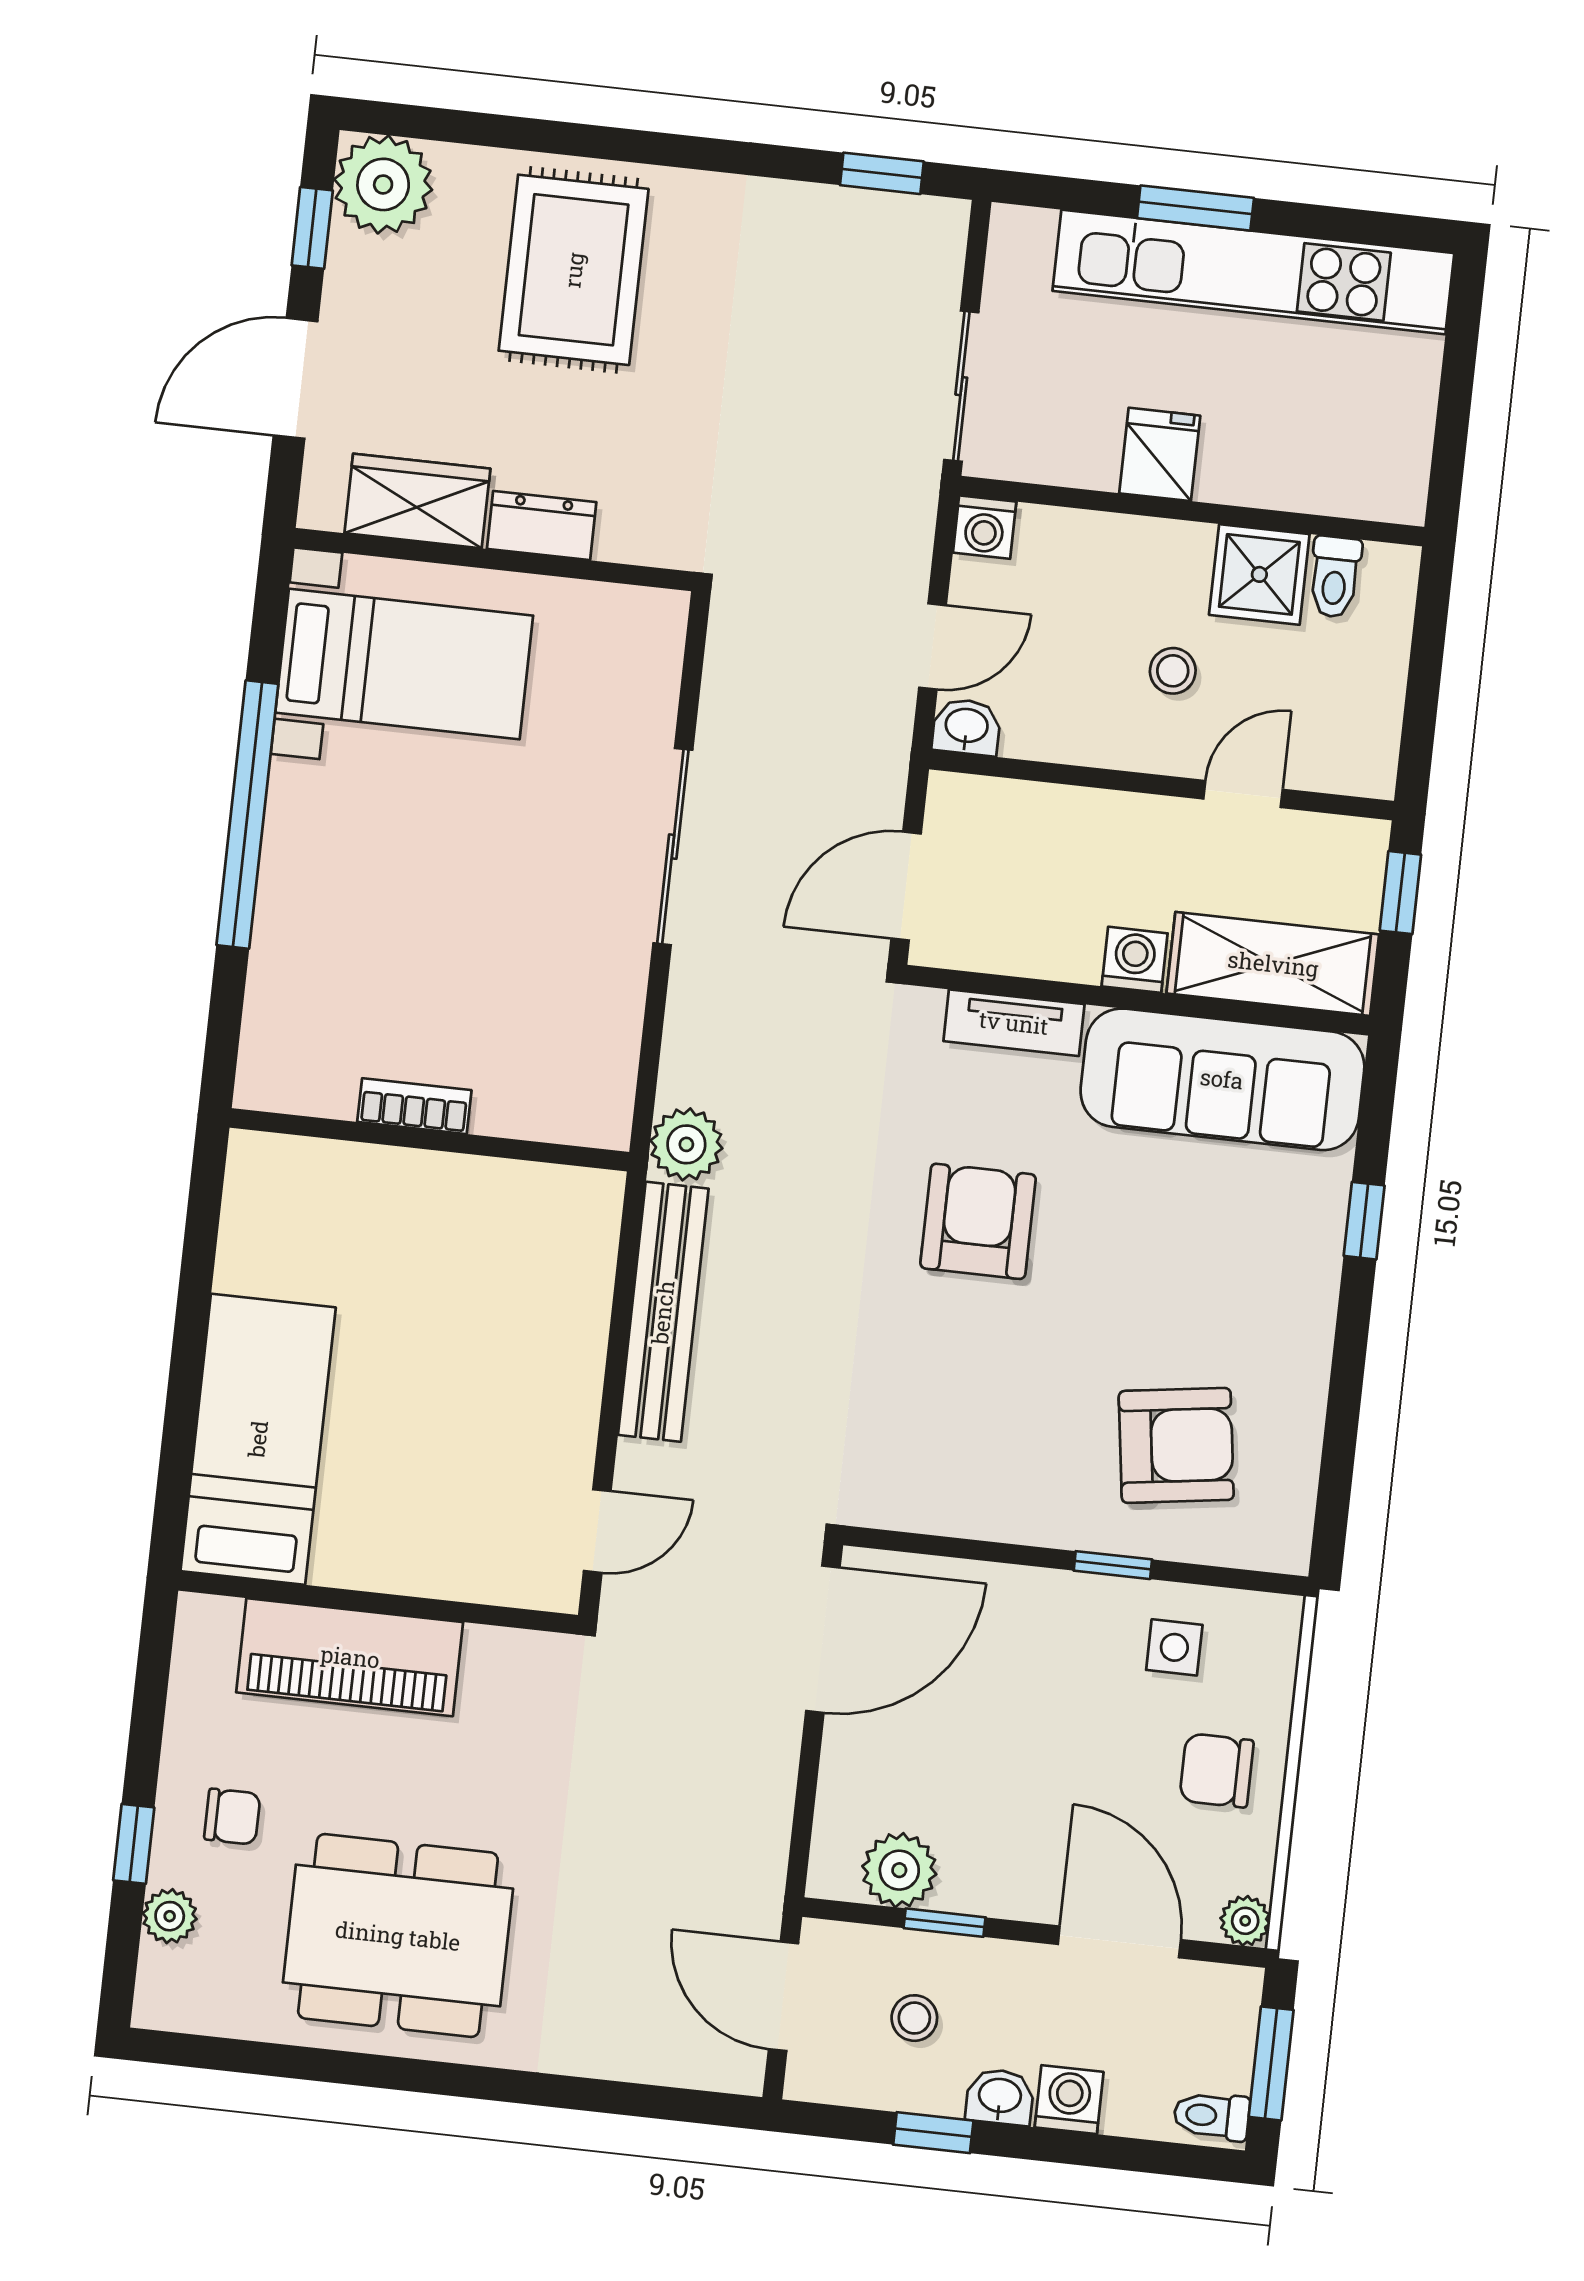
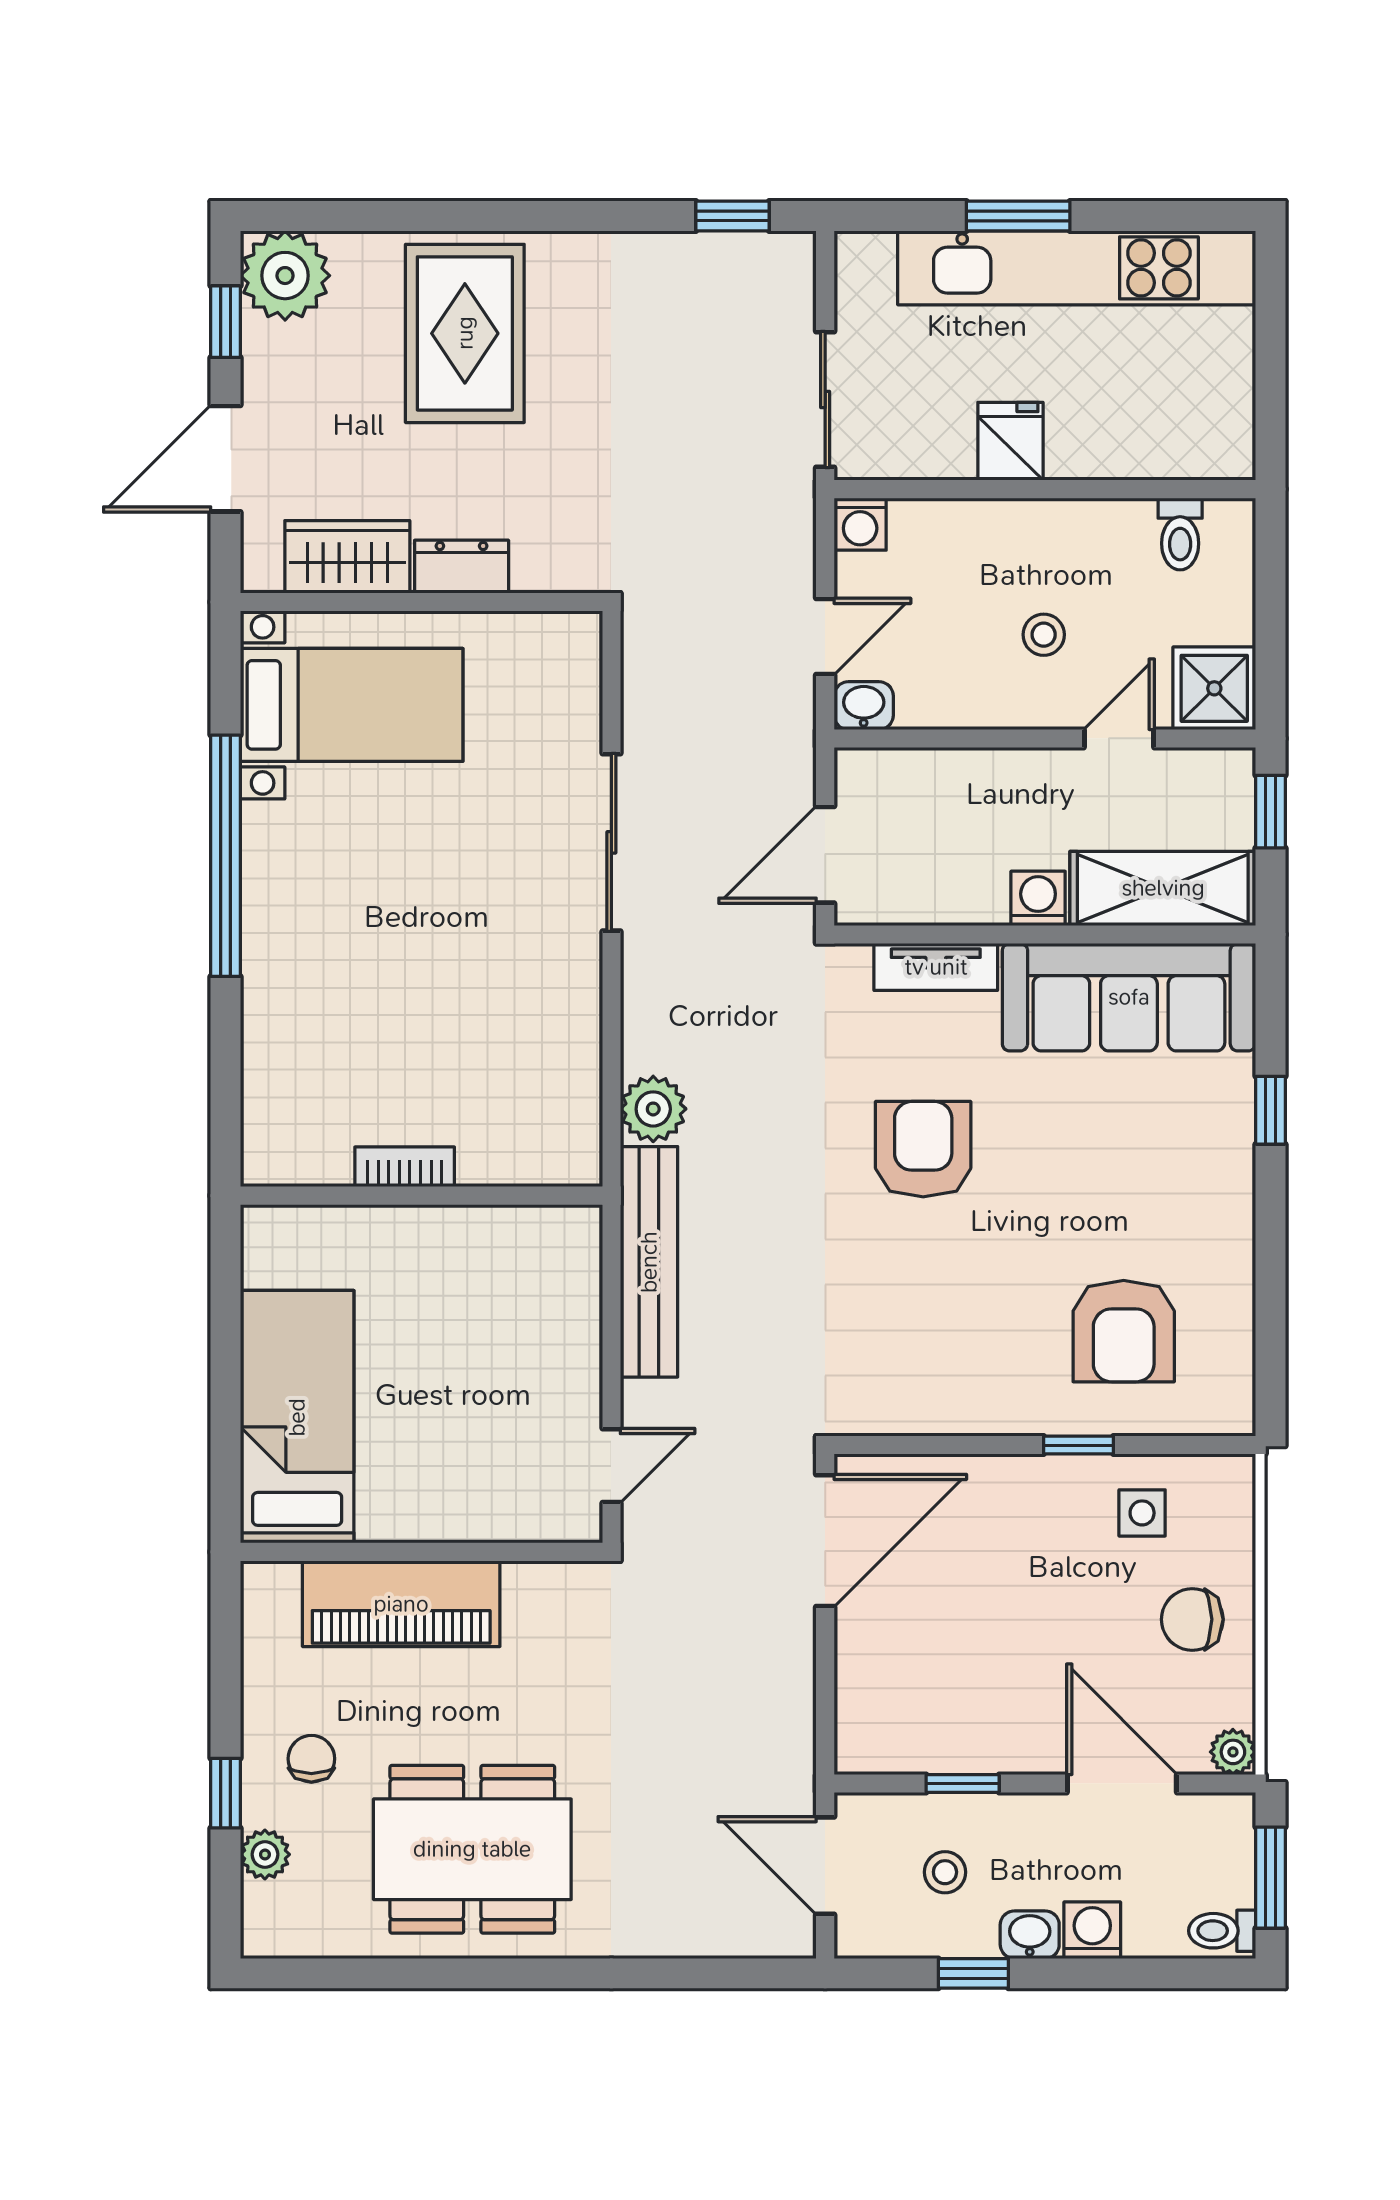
shower: (1259, 574) -> (1214, 688), moved
bookcase: (414, 1106) -> (405, 1167), moved
wall: (429, 1140) -> (421, 1196), moved
armchair: (1176, 1445) -> (1124, 1331), turned 98
chair: (232, 1817) -> (311, 1759), turned -90
plant: (899, 1870) -> (917, 1741), removed

